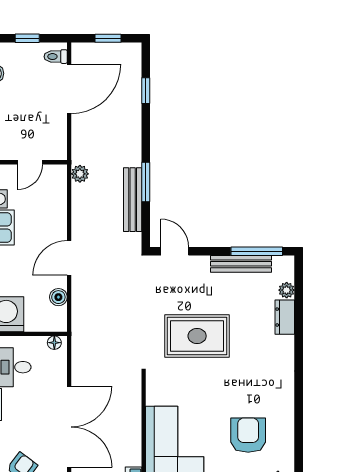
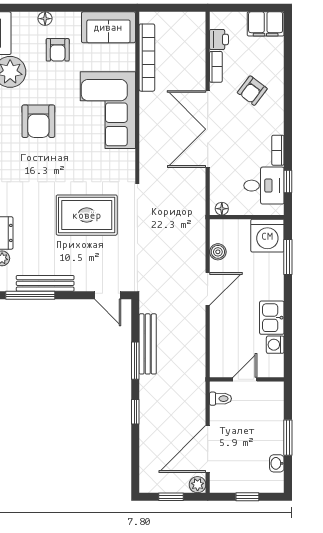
toilet: (56, 57) -> (220, 399), moved
window: (146, 91) -> (135, 412), moved
plant: (80, 174) -> (198, 485), moved

